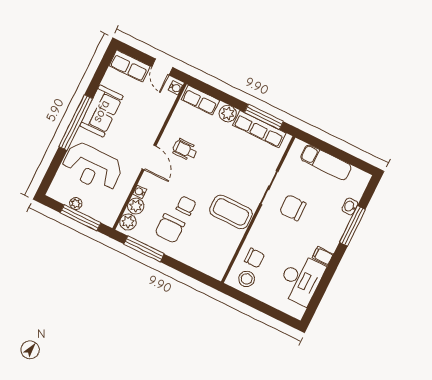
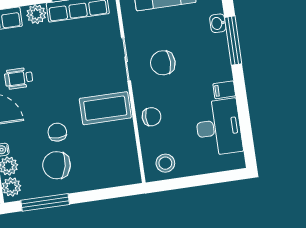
chair: (170, 228) -> (57, 165), turned 102
chair: (254, 258) -> (152, 117), moved

